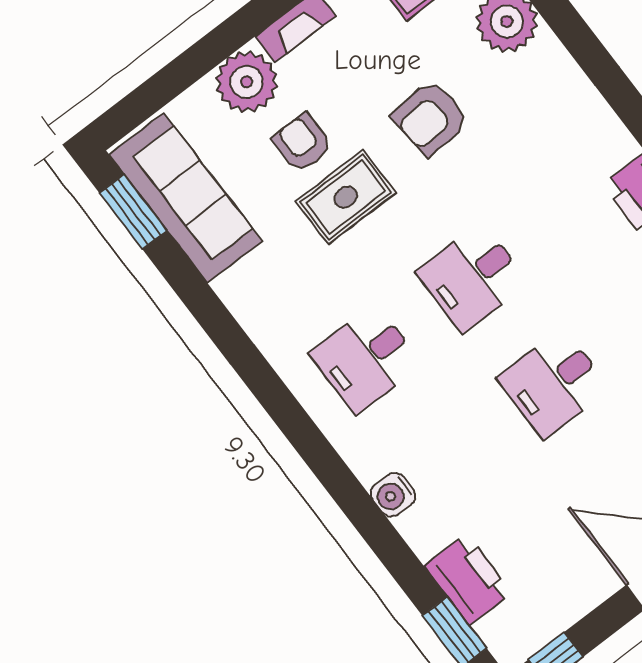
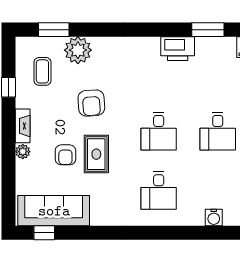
plant: (247, 82) -> (23, 152), width x0.53, depth x0.53
armchair: (302, 143) -> (65, 155), turned -90
window: (133, 212) -> (44, 233), width x0.67

